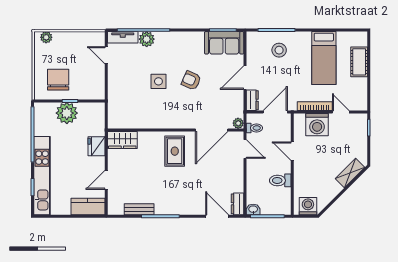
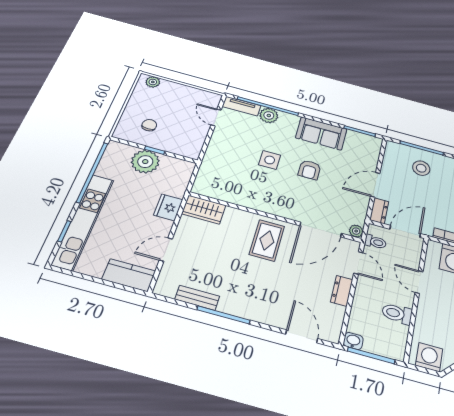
sofa: (224, 43) -> (321, 133), moved
chair: (58, 80) -> (149, 125), width x0.54, depth x0.54
armchair: (191, 80) -> (309, 170), turned -114
dresser: (238, 204) -> (342, 291), moved

